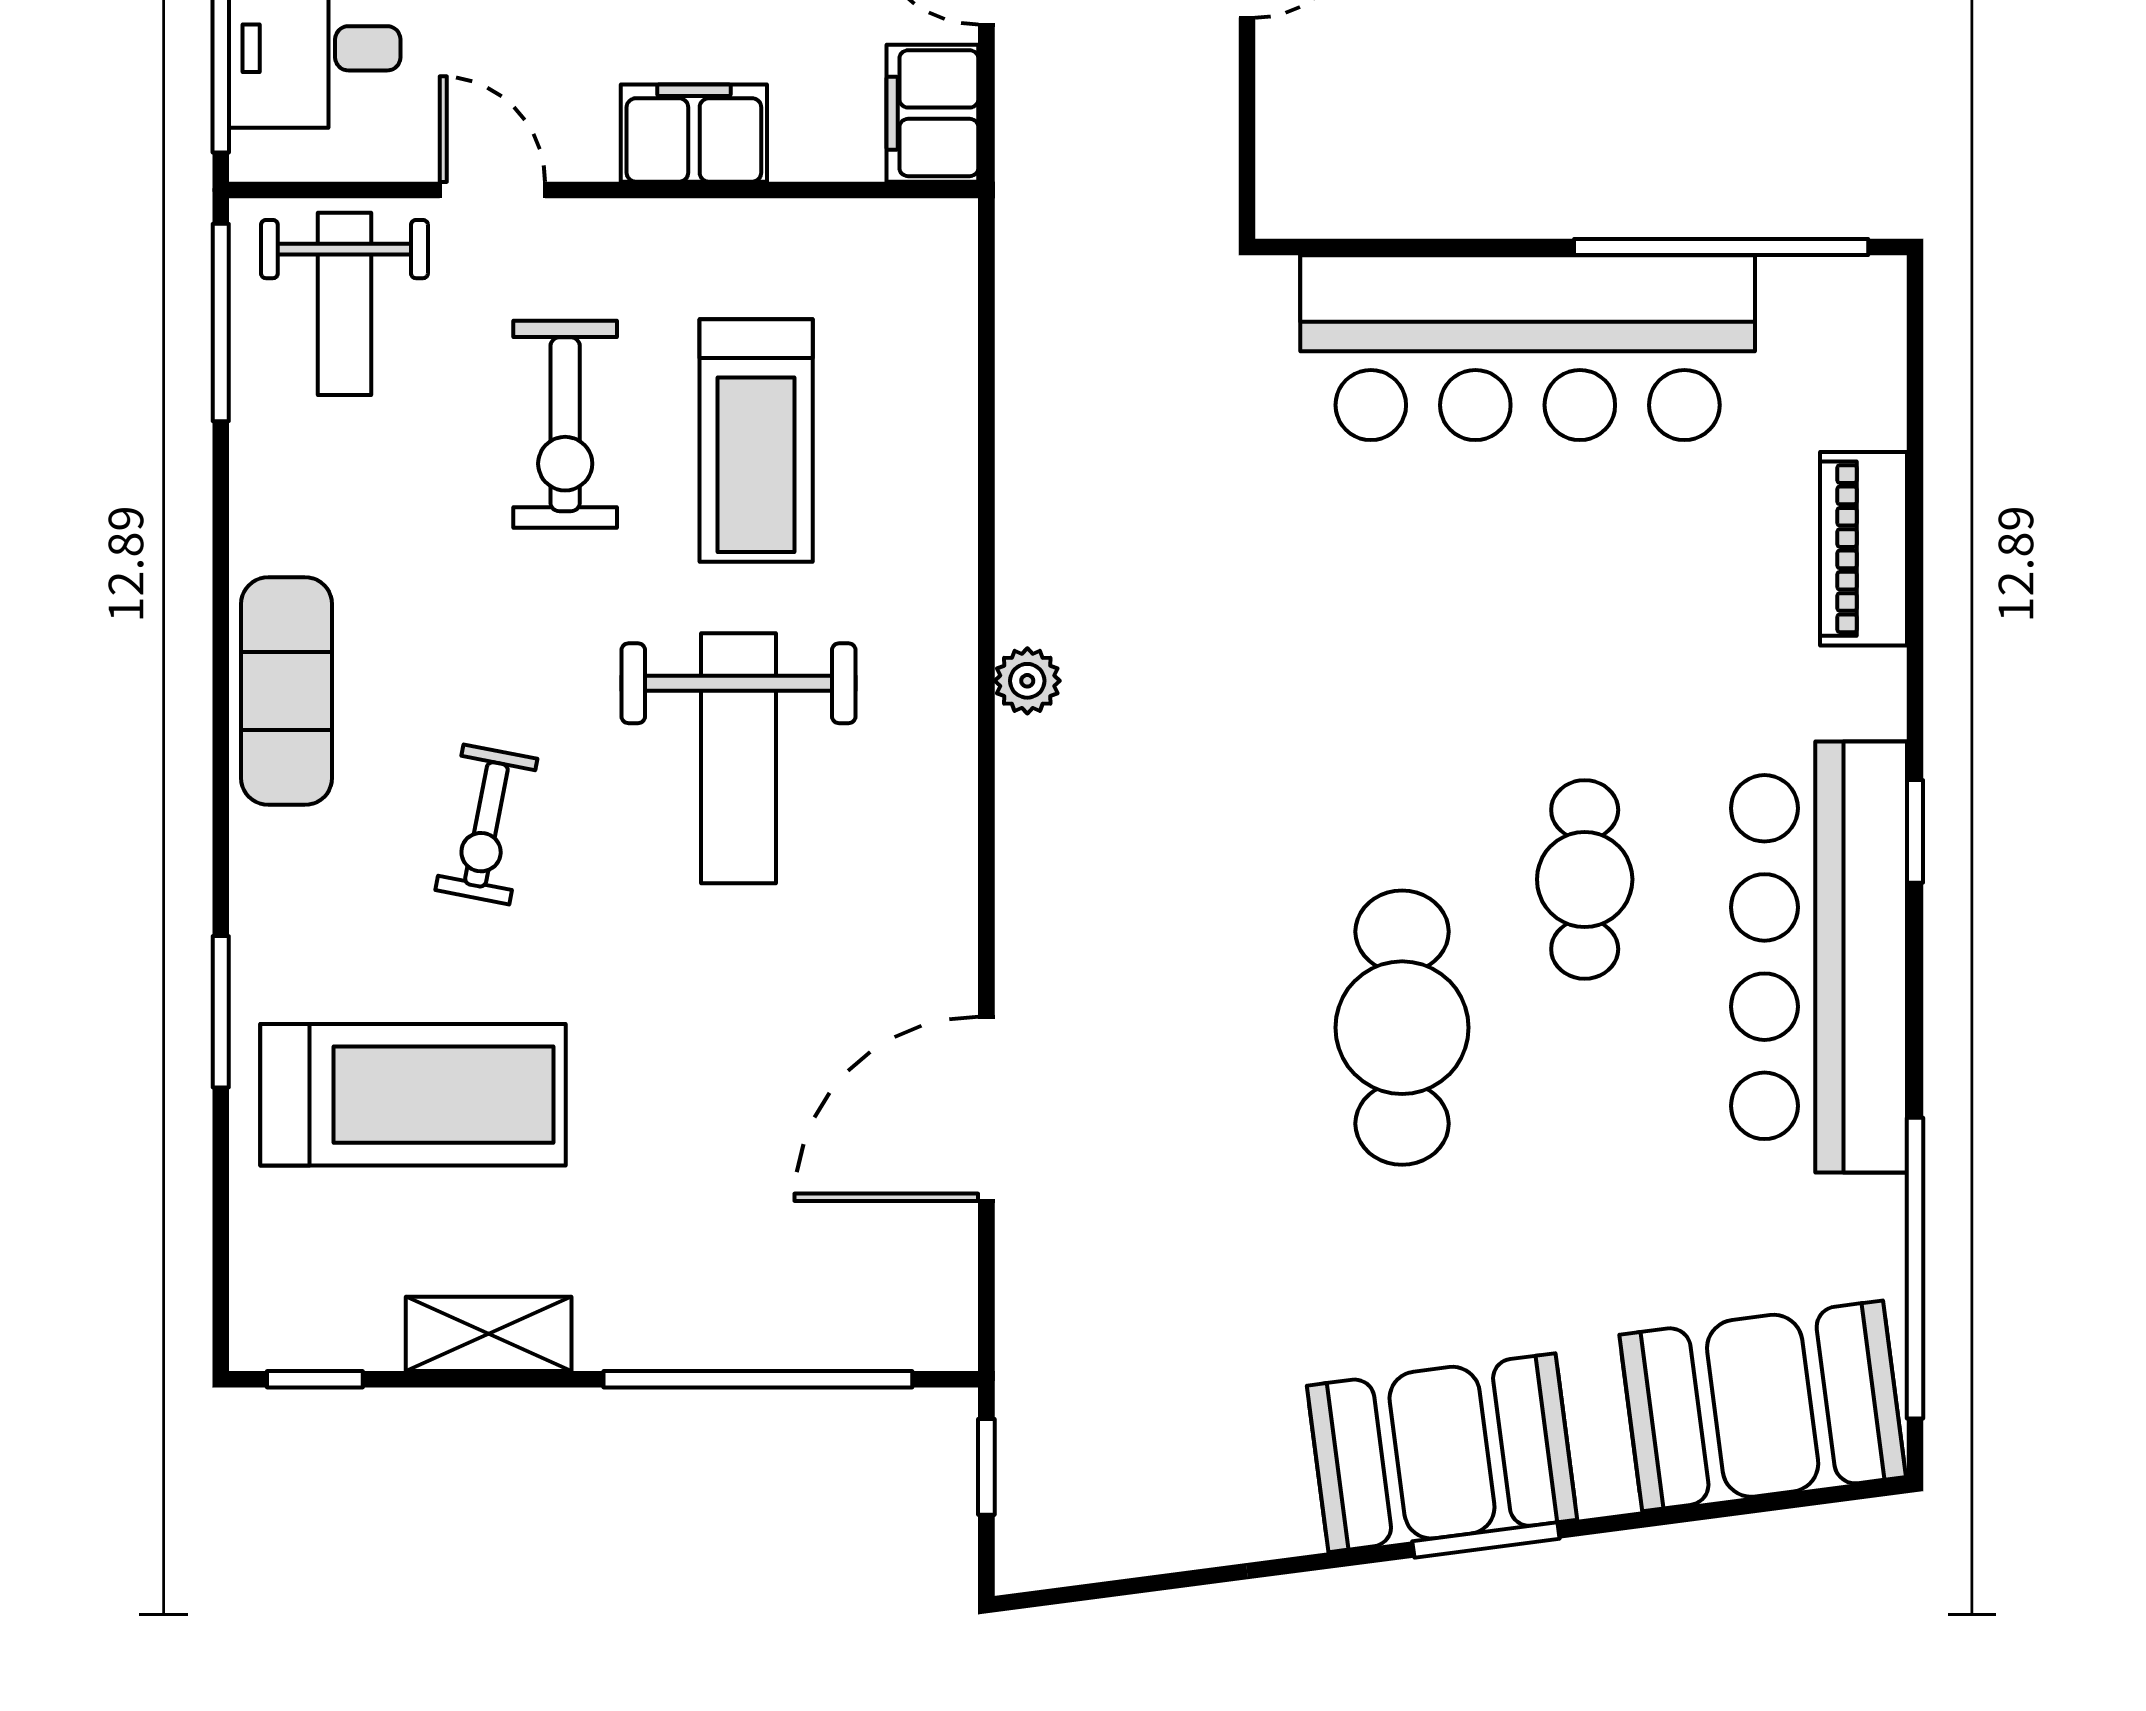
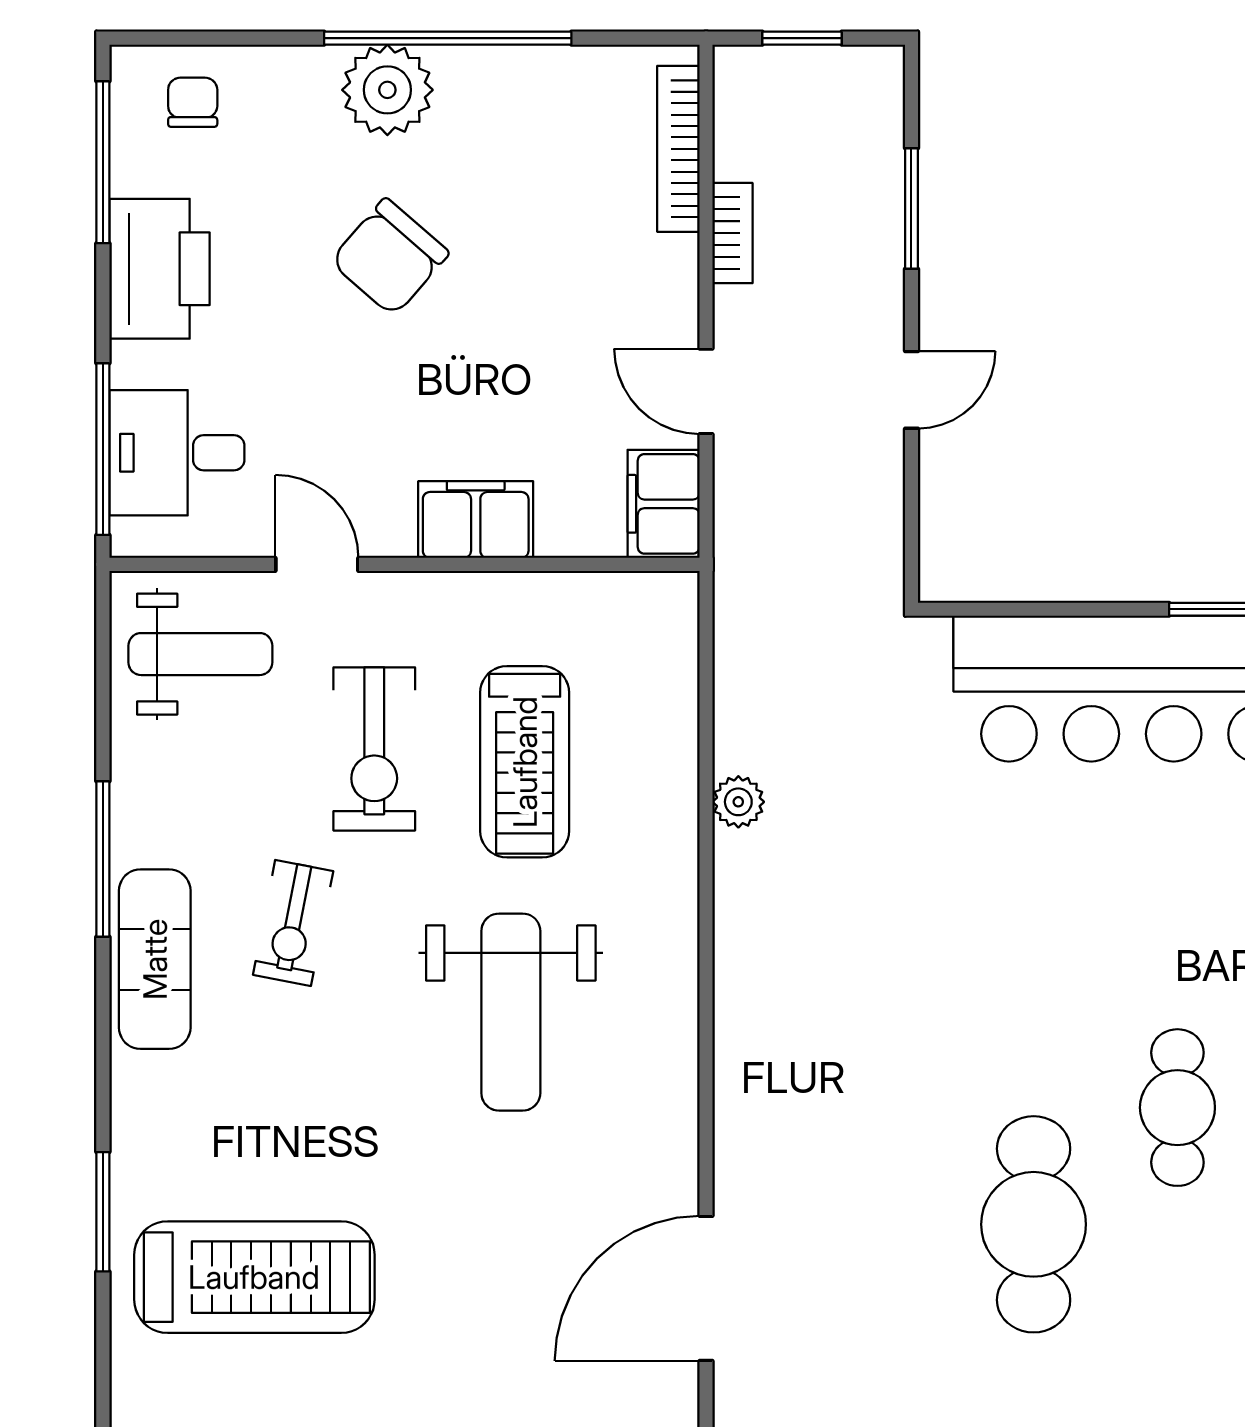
weight bench: (344, 304) -> (200, 654), turned -90
window: (221, 322) -> (103, 859), moved
plant: (1027, 681) -> (738, 802), moved
exercise bike: (486, 824) -> (293, 923), moved

